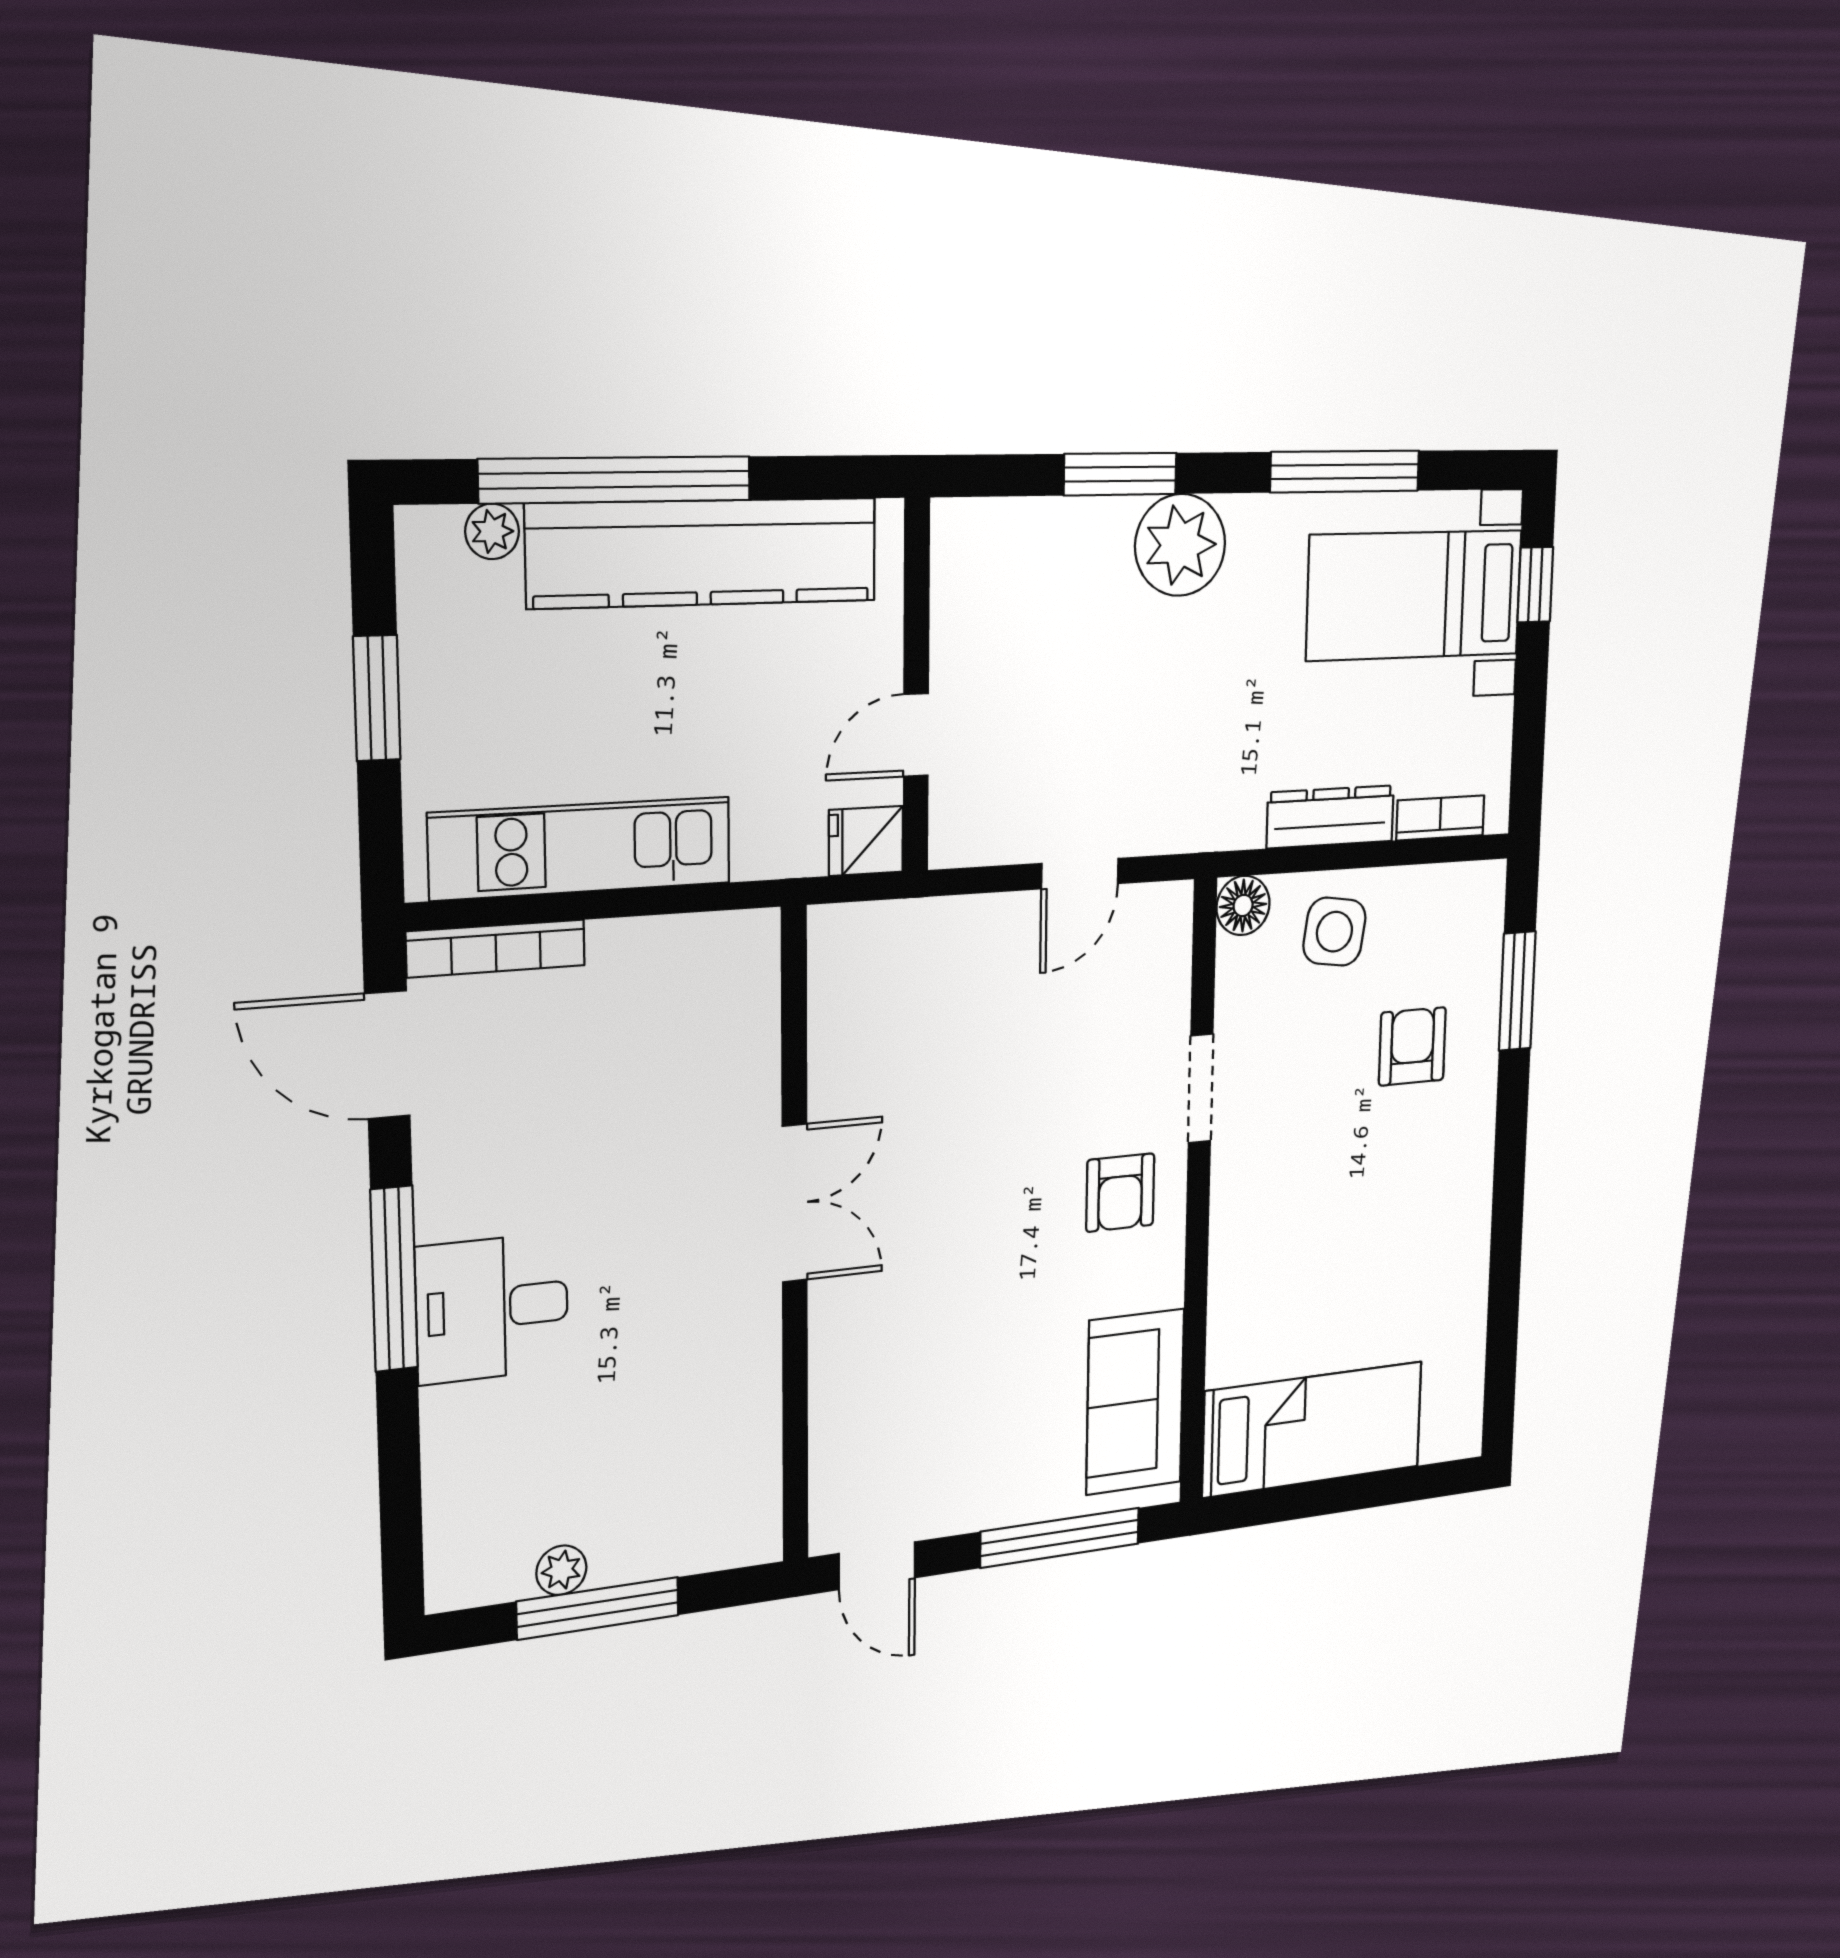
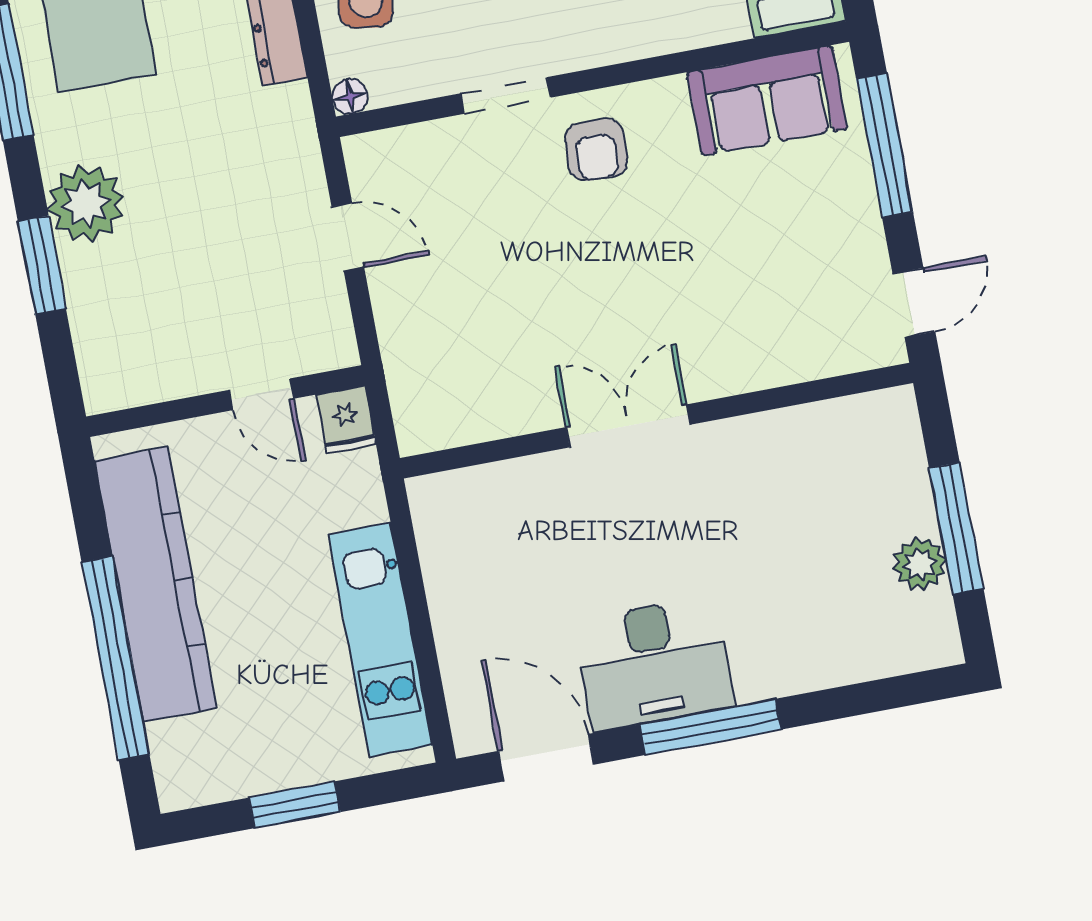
plant: (492, 531) -> (167, 742), removed
floor lamp: (1243, 905) -> (350, 96), width x0.73, depth x0.73
bookcase: (496, 949) -> (461, 691), removed
door: (387, 1055) -> (546, 758), swing flipped
armchair: (1120, 1193) -> (596, 150), turned 92
desk: (492, 1308) -> (654, 664), moved, width x1.37
plant: (561, 1570) -> (920, 564), width x1.38, depth x1.38

